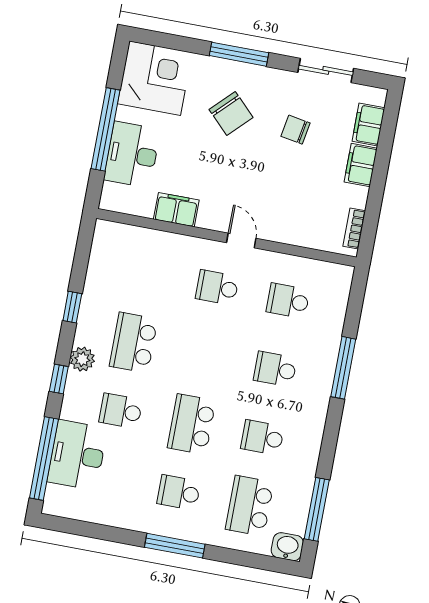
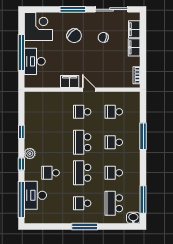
sliding door: (326, 70) -> (112, 9), width x1.37
filing cabinet: (176, 210) -> (70, 81), moved
school desk: (133, 343) -> (82, 142), moved

